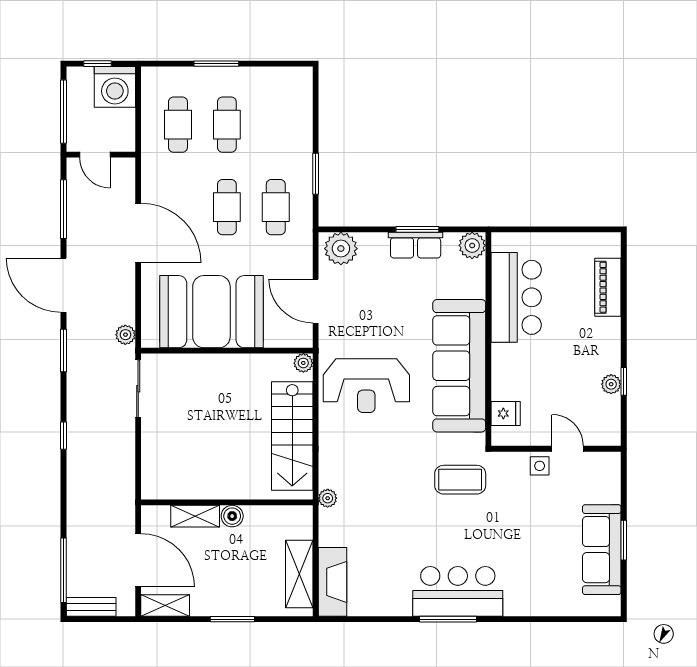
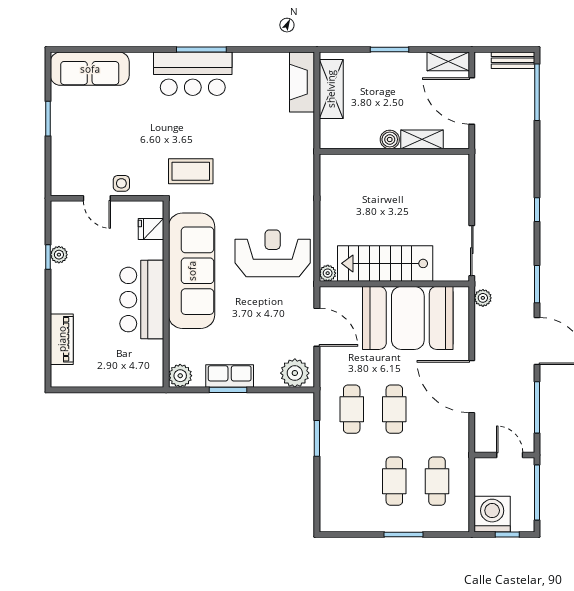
bar counter: (516, 297) -> (142, 300), moved
stairs: (292, 436) -> (385, 263), moved, turned -90
plant: (328, 498) -> (306, 155), removed
sofa: (602, 550) -> (90, 69), moved, turned 90

